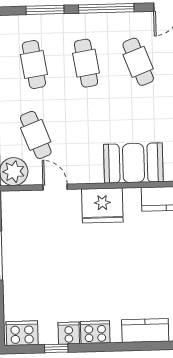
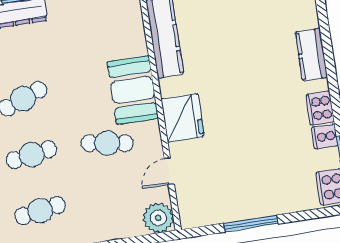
cafe table: (36, 135) -> (107, 143), moved, turned 30

